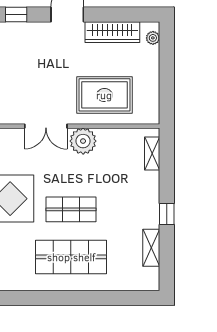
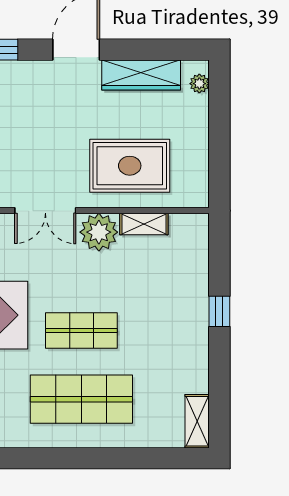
shelving: (152, 154) -> (144, 224), moved, turned 90
window: (167, 214) -> (219, 311), moved
shelving: (151, 248) -> (197, 421), moved

